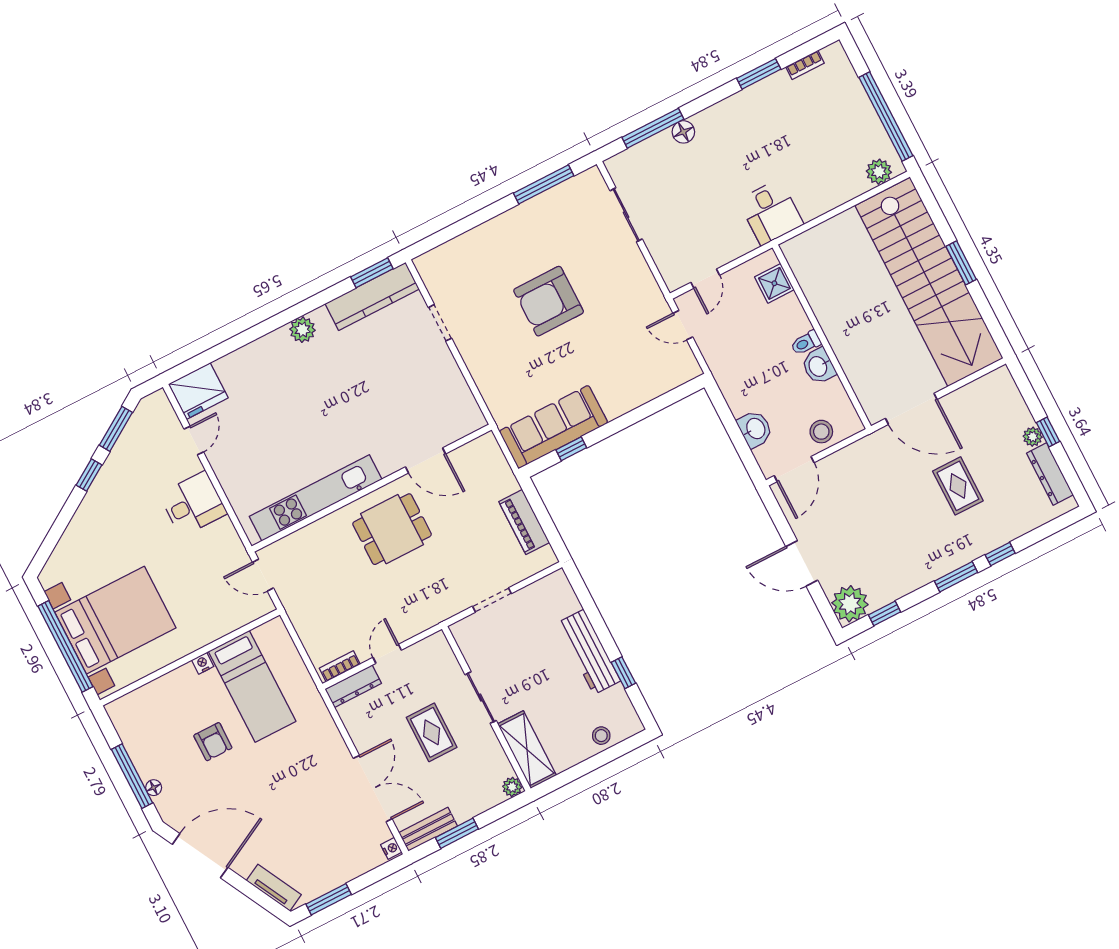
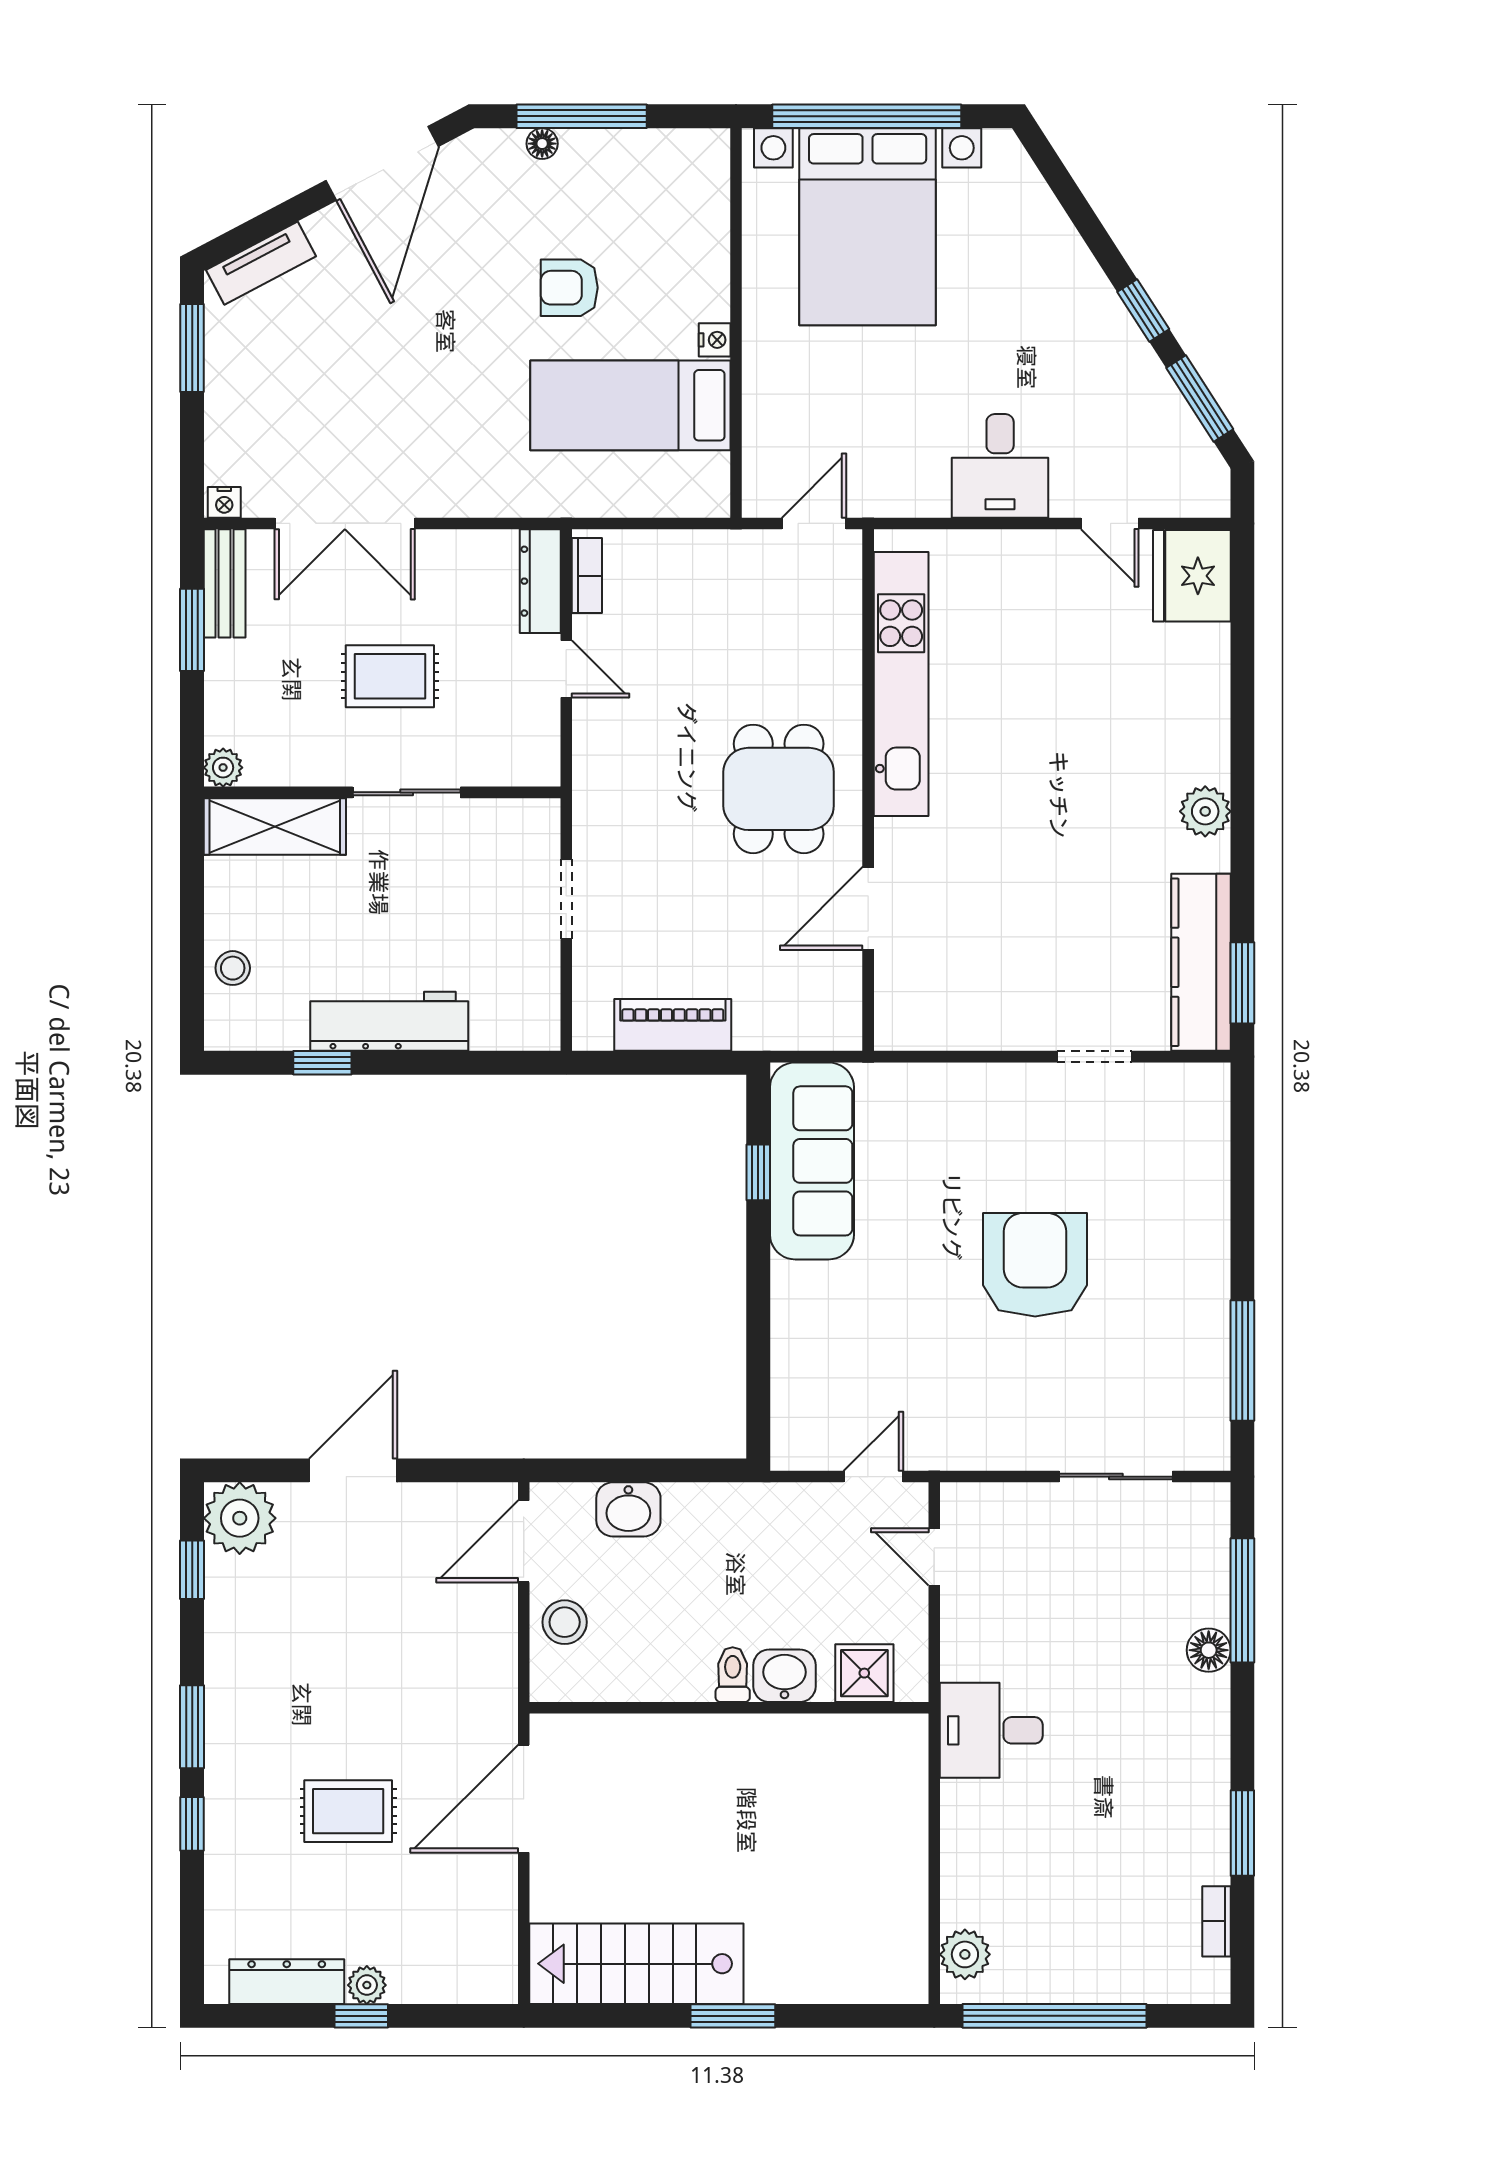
stairs: (929, 282) -> (636, 1964), width x0.54, depth x0.66
washbasin: (818, 366) -> (784, 1676), moved
door: (794, 469) -> (524, 1541), hinge flipped

